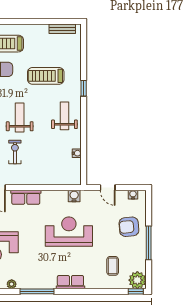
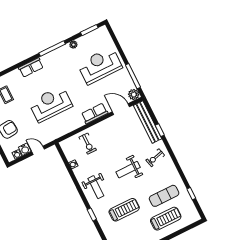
weight bench: (20, 118) -> (128, 170), turned 90
exercise bike: (15, 152) -> (88, 144), moved
water cooler: (74, 196) -> (25, 149), moved
reception desk: (69, 232) -> (50, 104), turned 180

